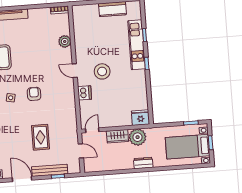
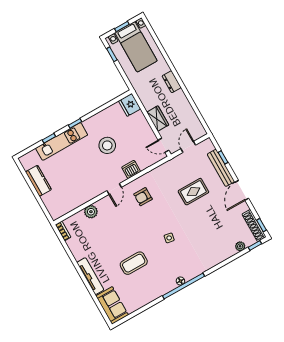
stool: (102, 71) -> (107, 145), moved
armchair: (34, 94) -> (143, 197), moved
plant: (138, 137) -> (149, 99), removed

